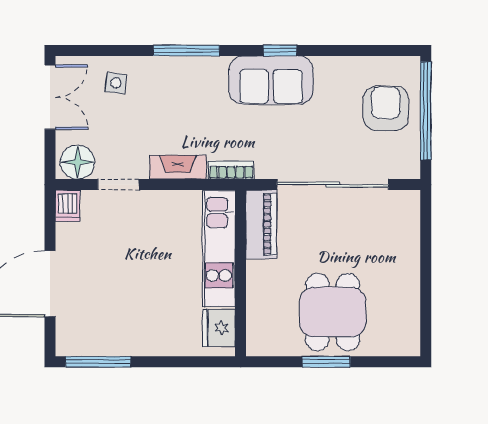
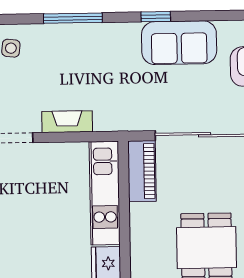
sofa: (271, 80) -> (179, 43), moved
bookcase: (231, 170) -> (114, 123), removed

